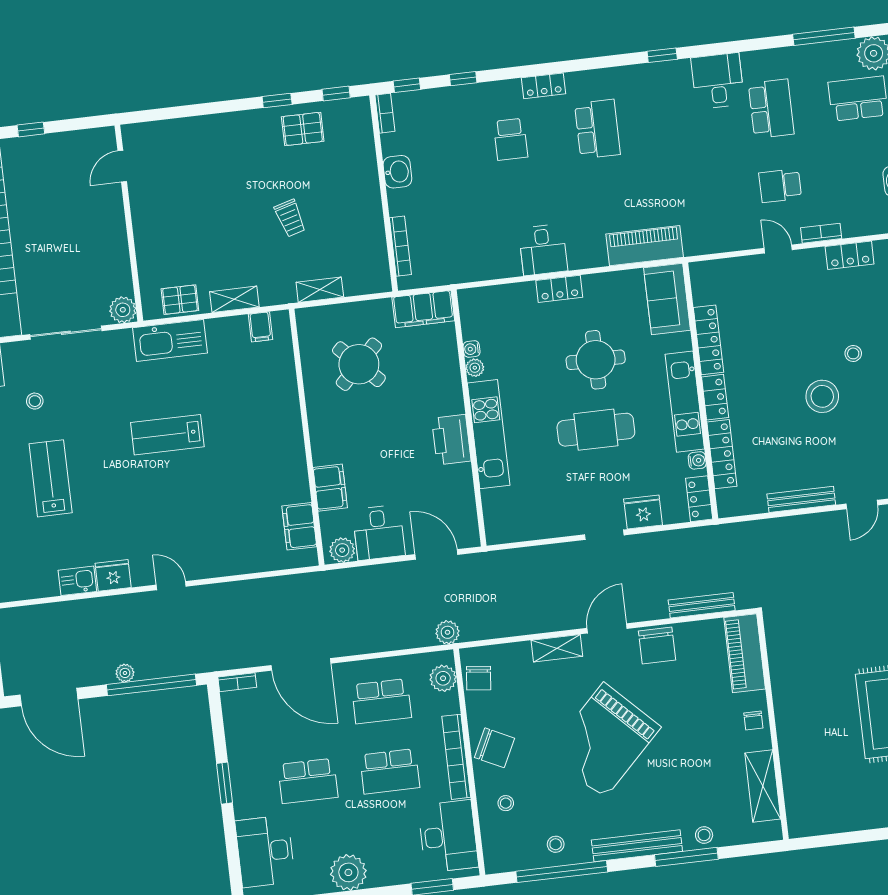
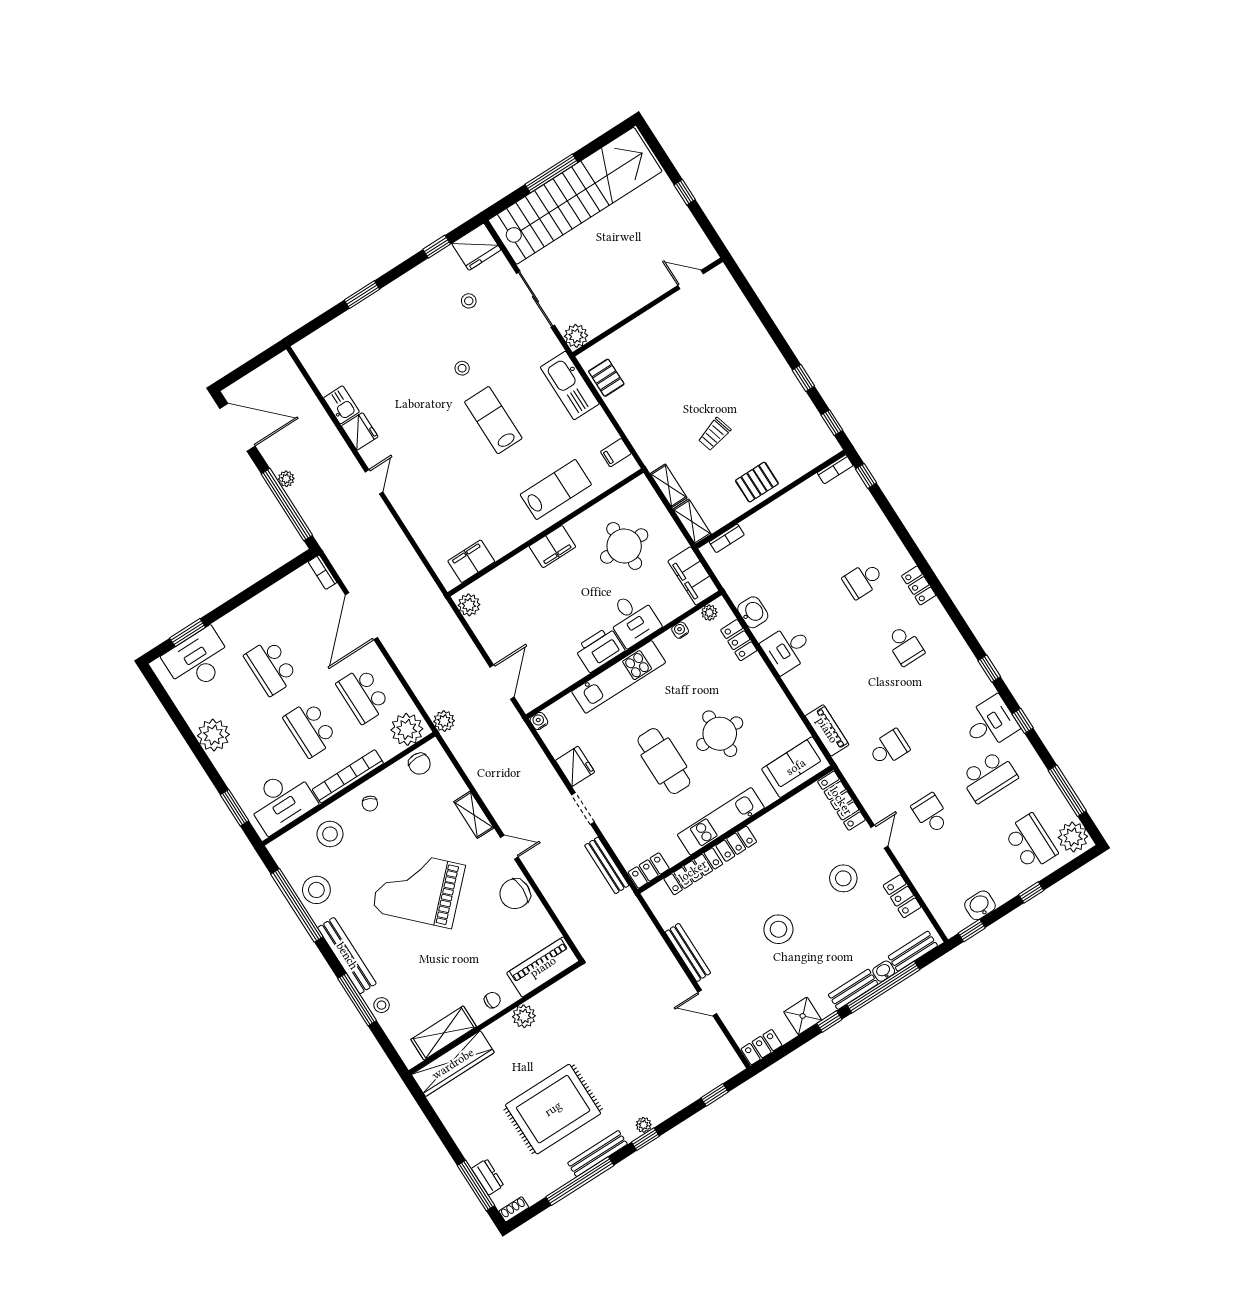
window: (463, 79) -> (1023, 721), moved
pallet: (303, 129) -> (757, 482), moved, turned 90
school desk: (597, 129) -> (905, 645), width x0.54
washbasin: (397, 172) -> (753, 612), moved, turned -90
school desk: (693, 196) -> (889, 748), added
bookcase: (821, 233) -> (909, 865), removed
bookcase: (400, 246) -> (727, 538), width x0.64
piano: (645, 246) -> (827, 730), width x0.73, depth x0.75
locker: (559, 289) -> (739, 640), moved
shelving: (234, 299) -> (692, 522), moved
locker: (709, 340) -> (841, 801), moved, turned 90
stool: (853, 353) -> (843, 878), moved, width x1.89, depth x1.89
round table: (359, 364) -> (624, 546), turned 45
plant: (475, 368) -> (709, 613), moved
stool: (100, 441) -> (462, 368), added
water cooler: (697, 460) -> (539, 721), moved, turned 180
lab bench: (51, 478) -> (556, 489), moved
filing cabinet: (330, 488) -> (552, 547), moved
fridge: (643, 512) -> (575, 766), moved
desk: (379, 533) -> (633, 619), moved, turned -90
bench: (702, 605) -> (607, 865), moved
door: (607, 628) -> (509, 847), width x0.73
plant: (443, 678) -> (407, 729), width x1.36, depth x1.36
chair: (479, 678) -> (419, 764), turned -96
plant: (785, 696) -> (524, 1016), added
door: (49, 697) -> (237, 427), swing flipped
chair: (753, 720) -> (492, 1000), turned 180
chair: (494, 748) -> (370, 804), width x0.54, depth x0.54
window: (224, 783) -> (188, 633), moved
wardrobe: (798, 792) -> (453, 1064), added
stool: (506, 803) -> (330, 834), width x1.89, depth x1.89
stool: (556, 844) -> (316, 890), width x1.89, depth x1.89

